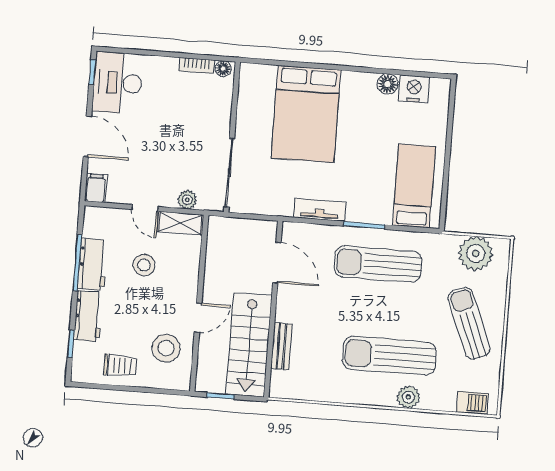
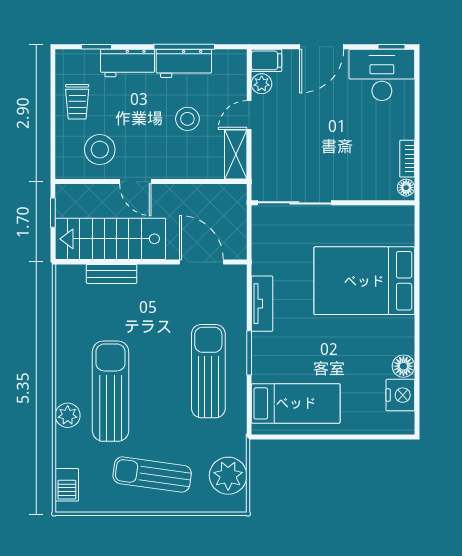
plant: (187, 200) -> (262, 84), moved
door: (277, 263) -> (201, 262), swing flipped
sun lounger: (469, 323) -> (152, 475), turned -150

